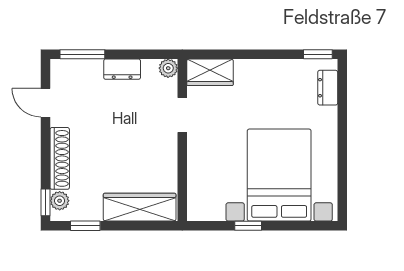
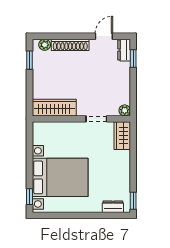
window: (82, 54) -> (133, 58), width x0.67
dresser: (122, 69) -> (124, 50), moved
window: (45, 202) -> (44, 36), removed
wardrobe: (140, 207) -> (54, 108), moved, turned -90
window: (248, 226) -> (30, 197), moved

